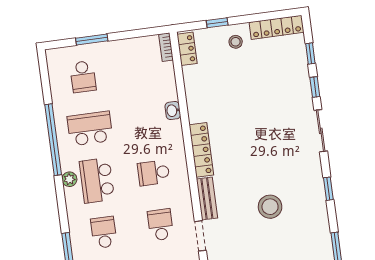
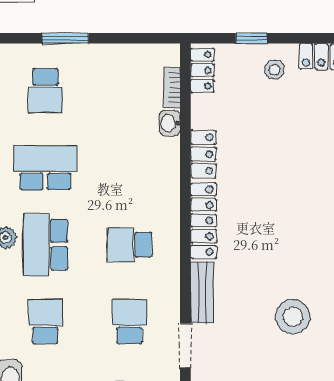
bookcase: (166, 47) -> (172, 88), moved
locker: (195, 105) -> (203, 154), added
washbasin: (173, 111) -> (170, 123), moved

